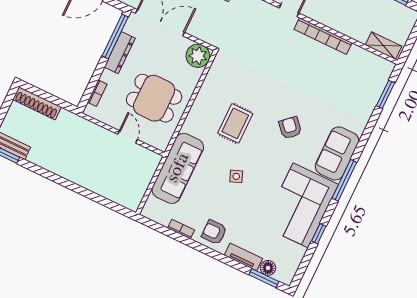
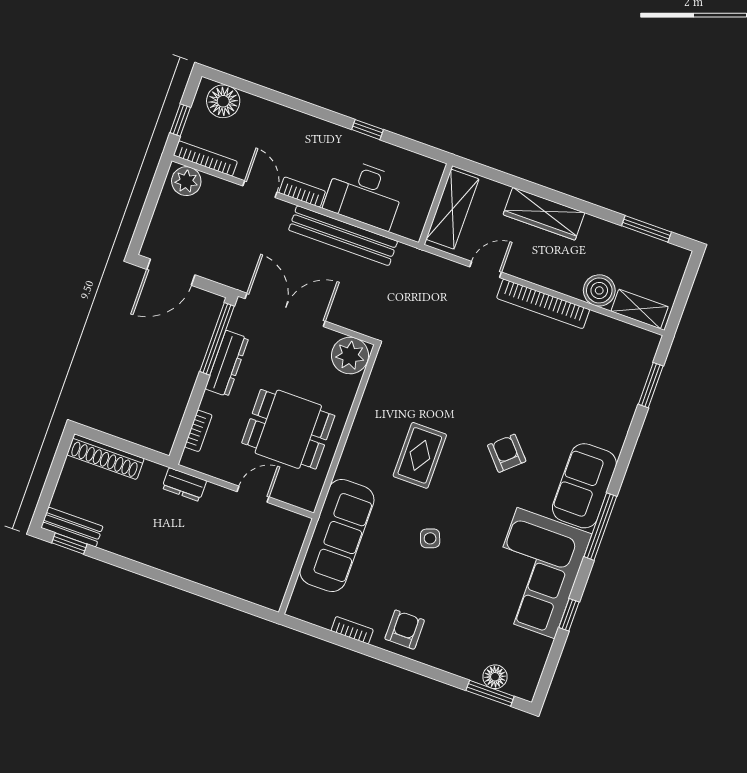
boiler: (359, 31) -> (599, 290), added
dresser: (85, 126) -> (184, 485), added
door: (128, 137) -> (253, 494), hinge flipped
armchair: (214, 232) -> (405, 630), turned 90
tv unit: (243, 257) -> (454, 664), removed

